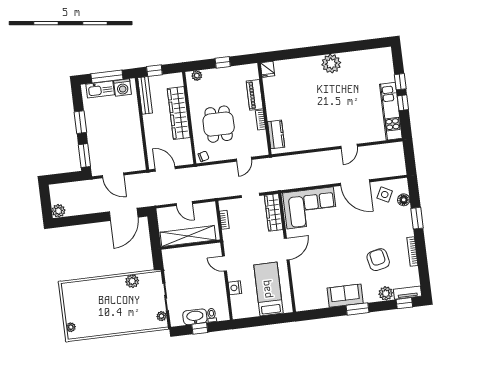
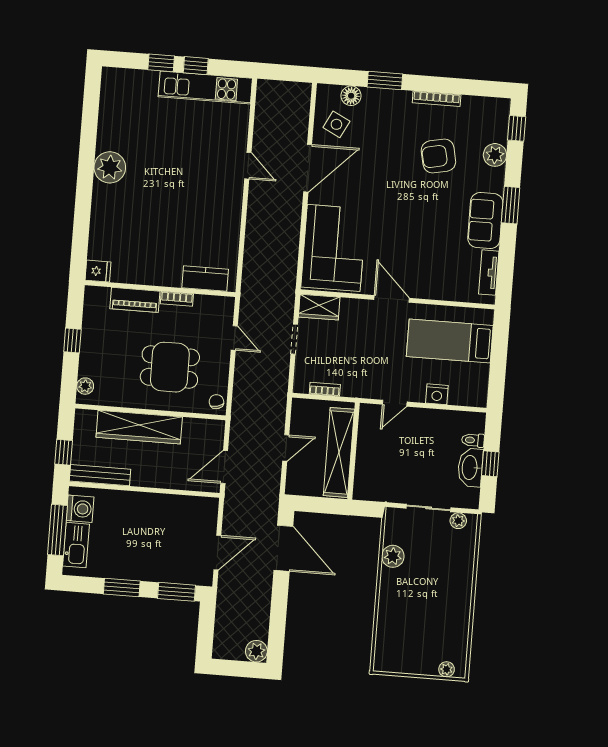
wardrobe: (274, 212) -> (319, 307), width x0.67
tv unit: (407, 293) -> (489, 273), moved

